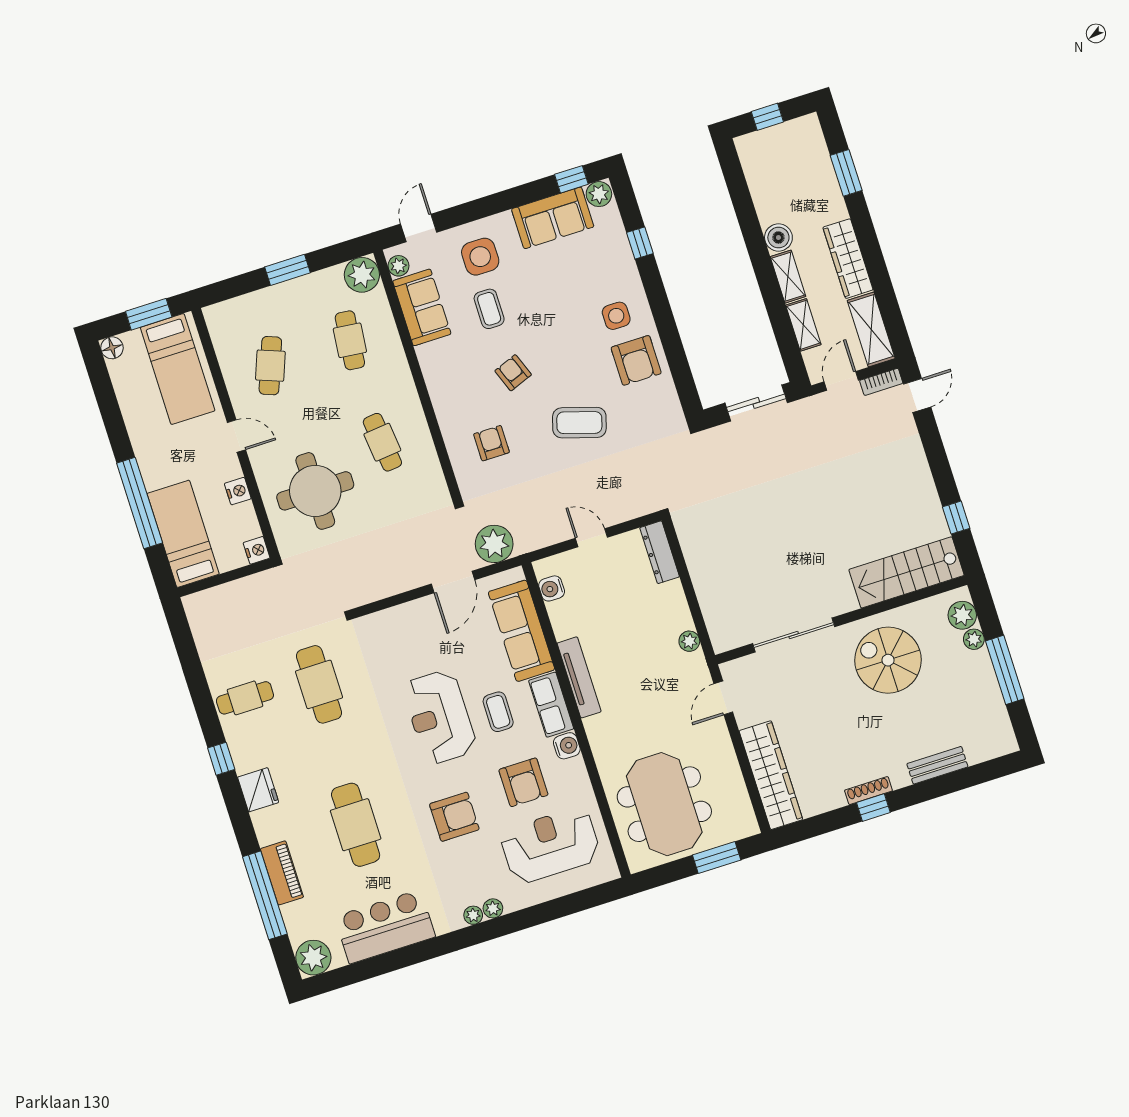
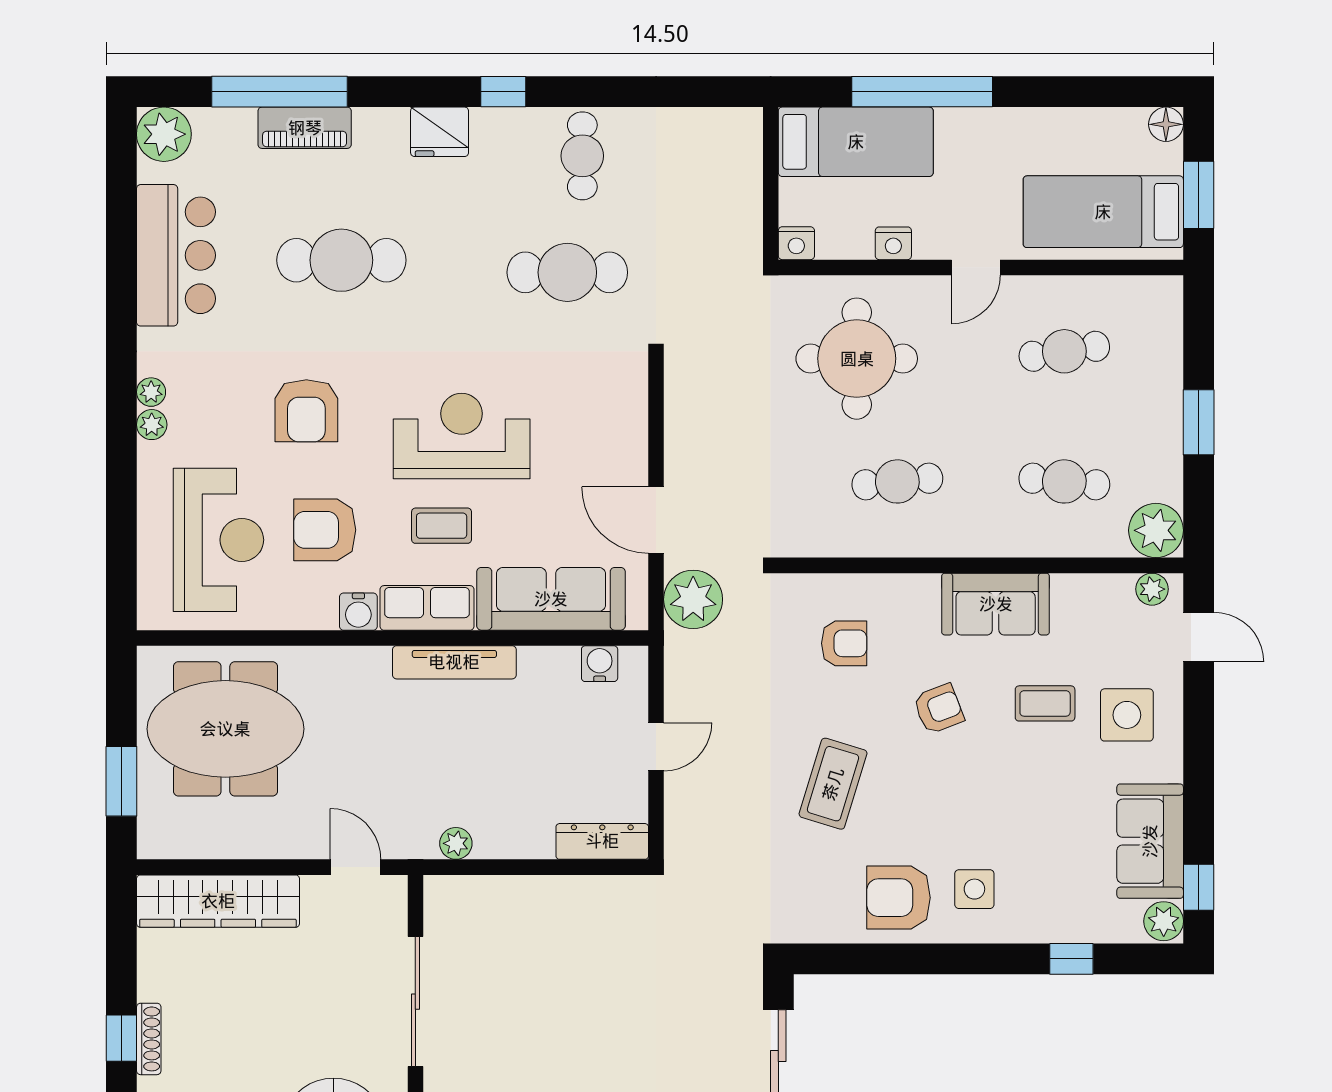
sofa: (422, 307) -> (996, 604), moved
cafe table: (270, 366) -> (1064, 351), turned -30

